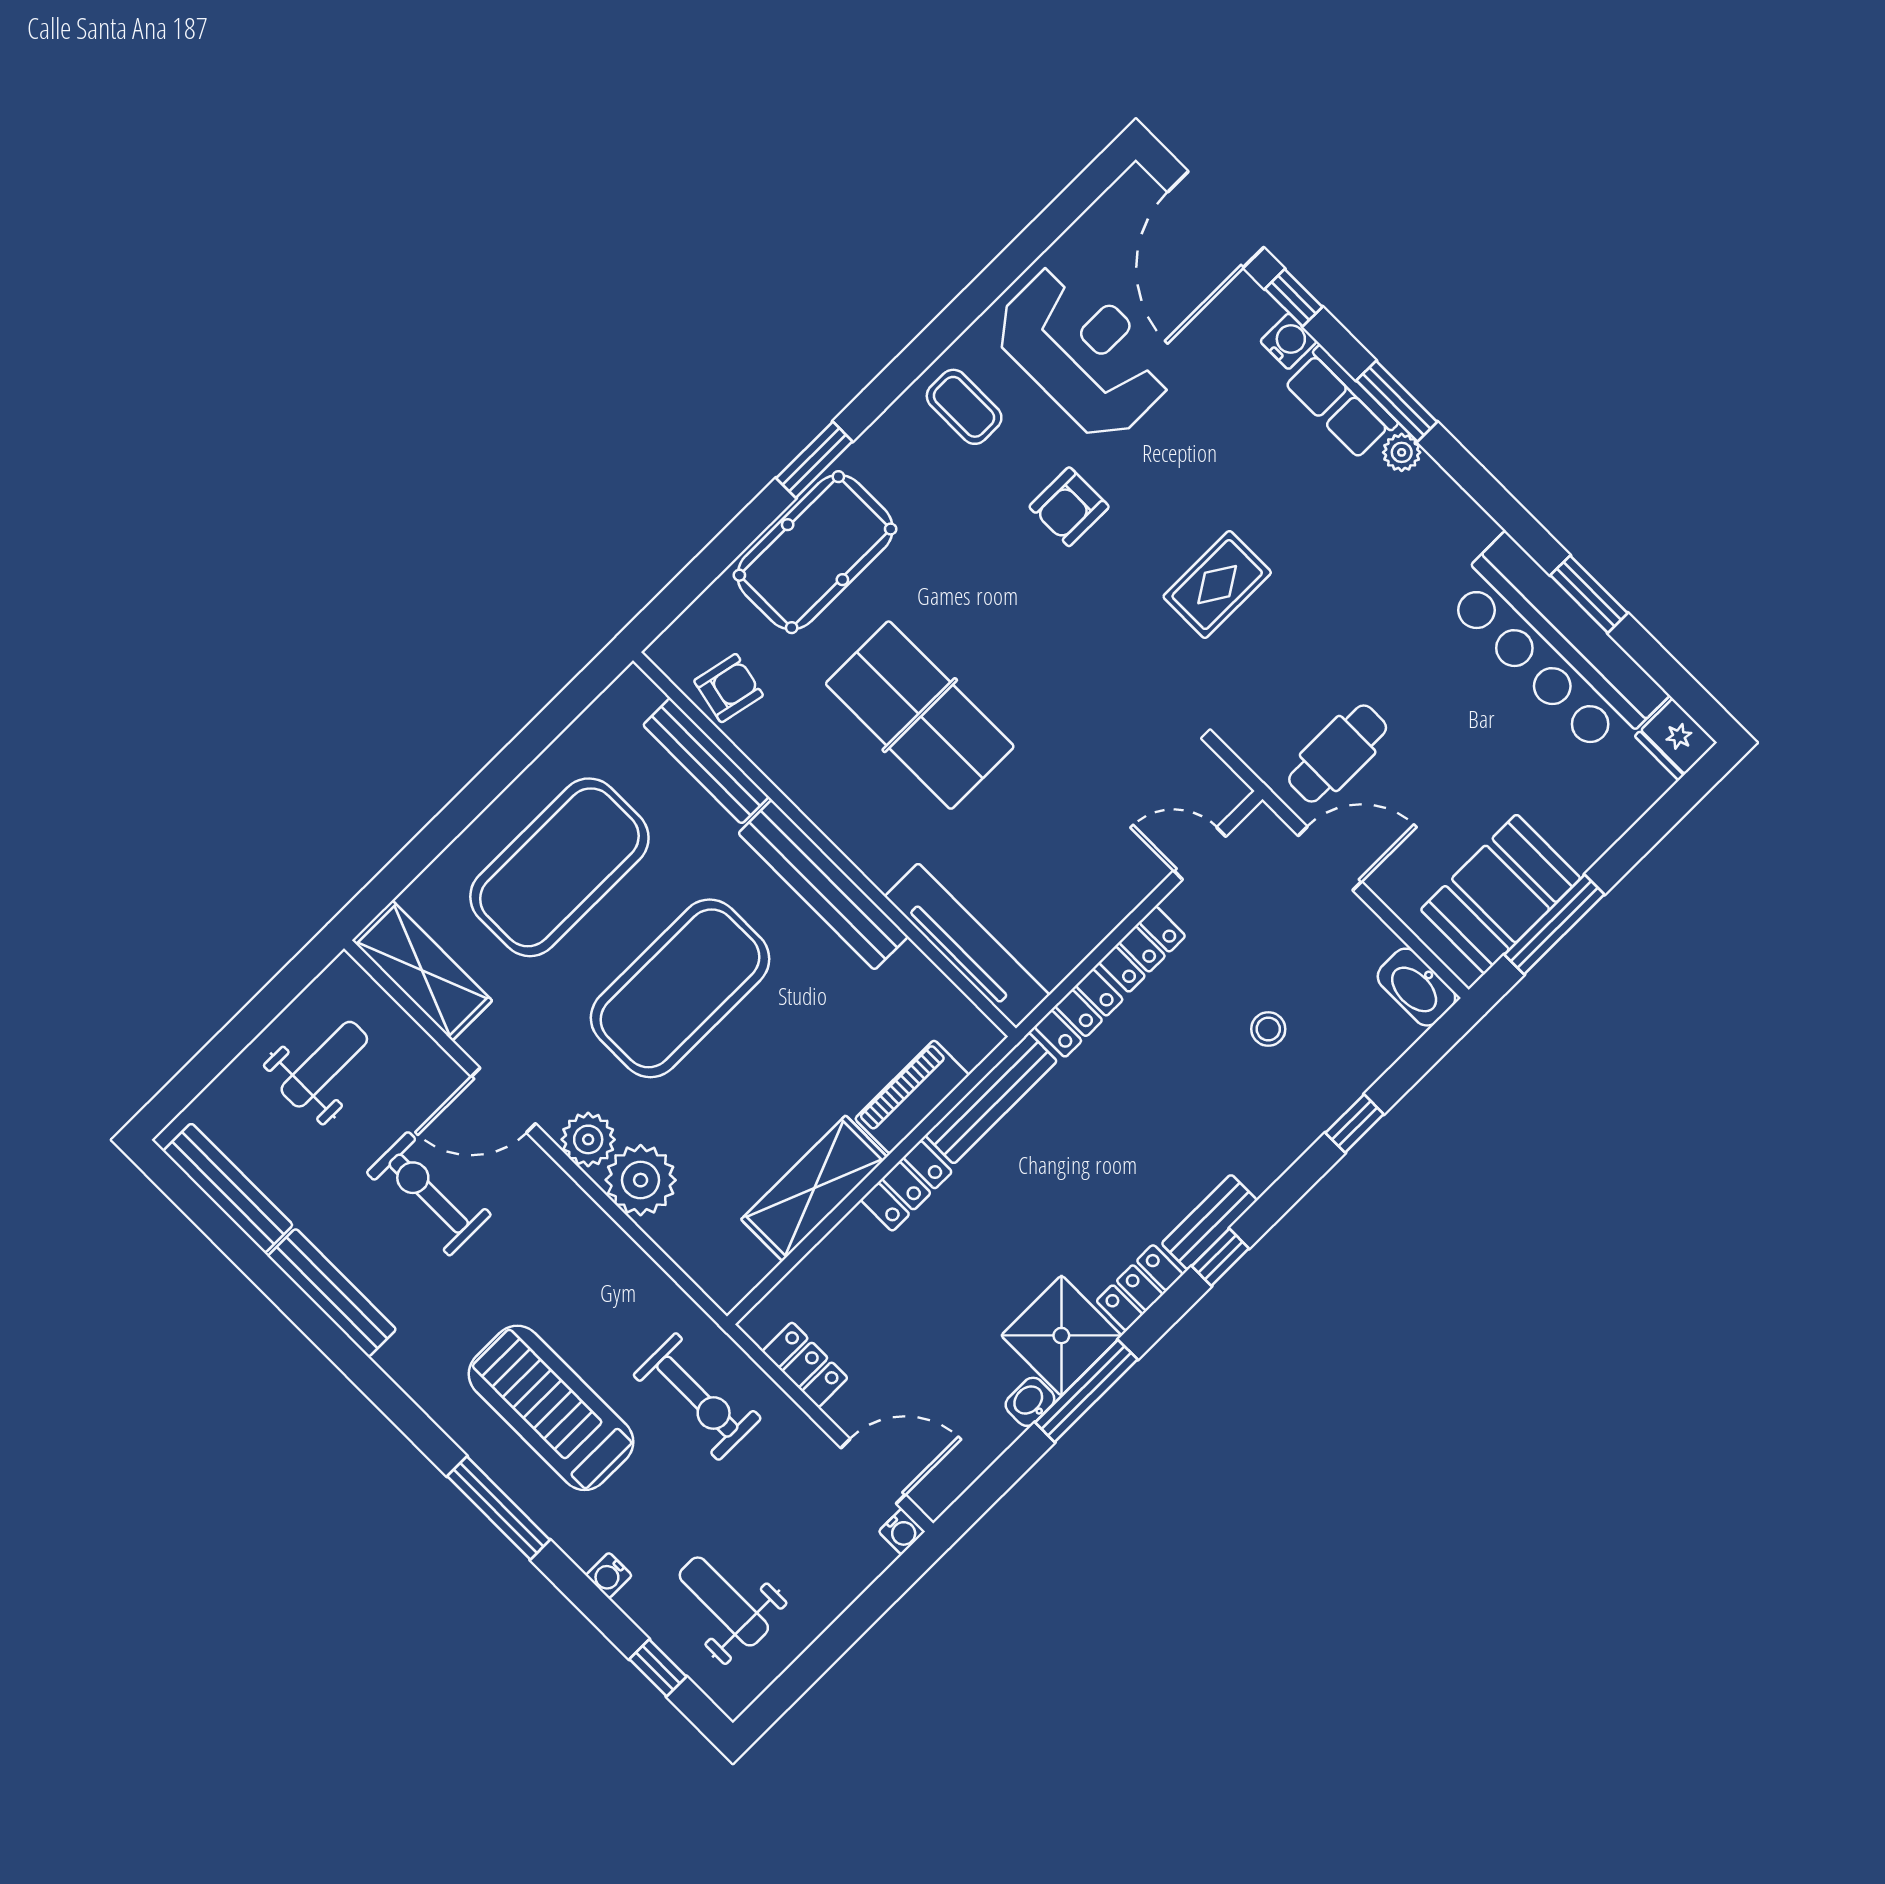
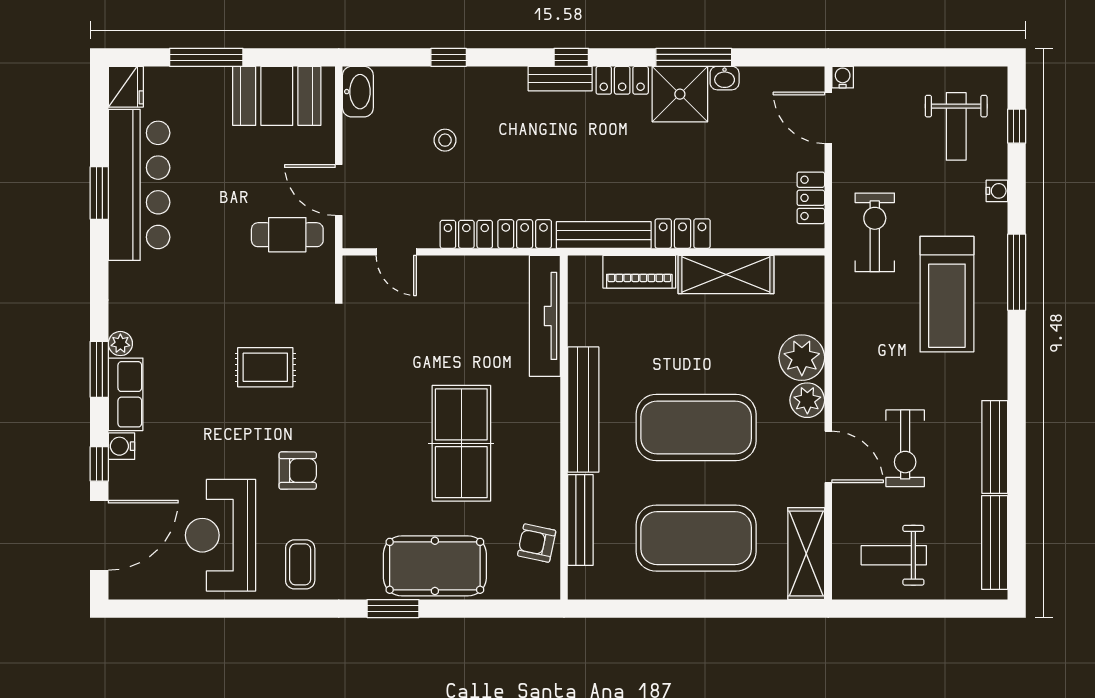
window: (1554, 924) -> (206, 57), moved

